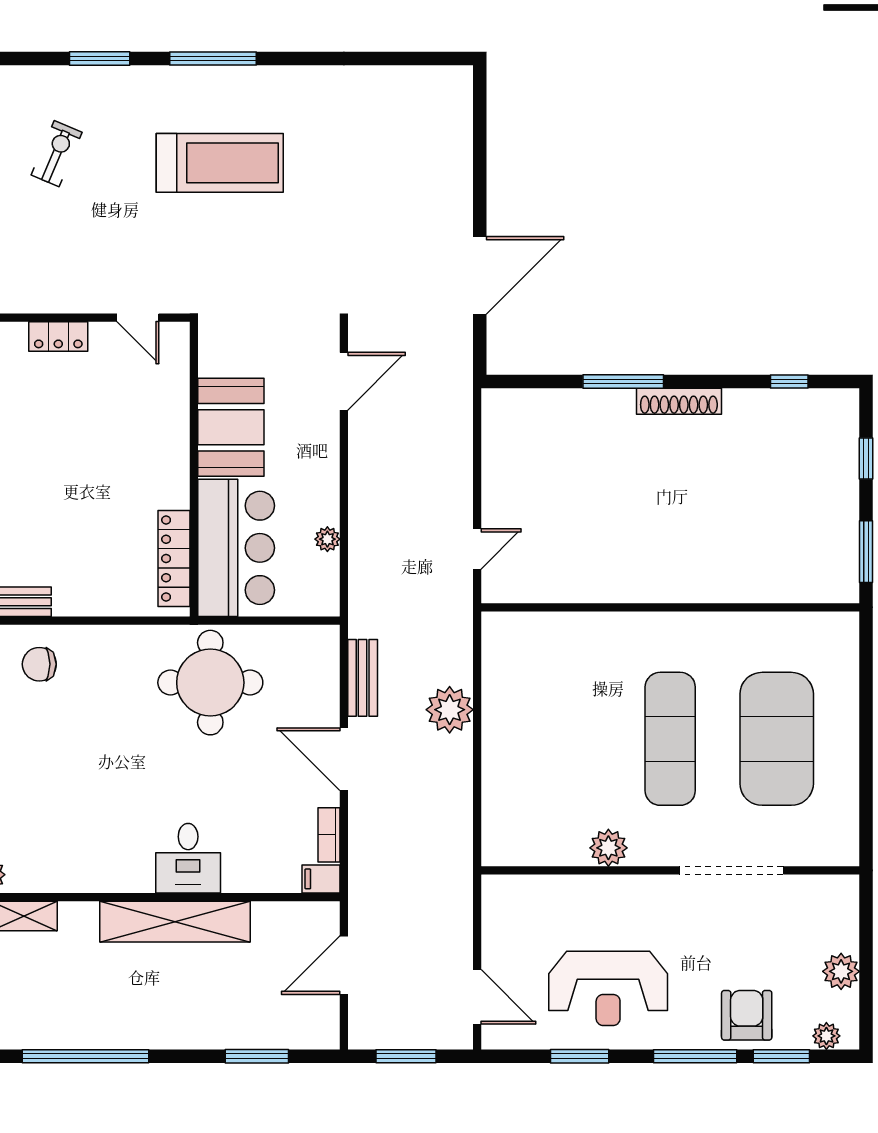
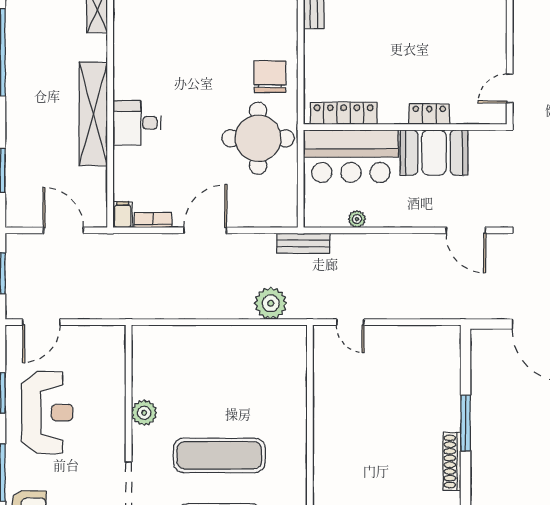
locker: (58, 336) -> (429, 114), moved, turned 90
chair: (39, 664) -> (270, 77), moved, width x1.37, depth x1.37
bench: (363, 678) -> (303, 243), moved
plant: (450, 710) -> (271, 303), moved
reception desk: (608, 988) -> (47, 413), turned 180

